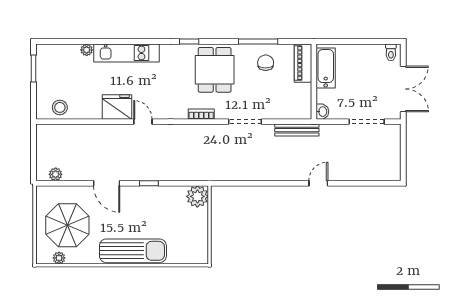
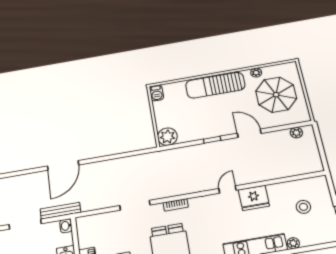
stool: (60, 107) -> (303, 207), moved
door: (143, 122) -> (228, 189), swing flipped
bench: (297, 130) -> (60, 211), moved
door: (318, 183) -> (63, 165), width x1.88
barbecue: (201, 254) -> (157, 93), added
plant: (59, 258) -> (256, 73), moved

